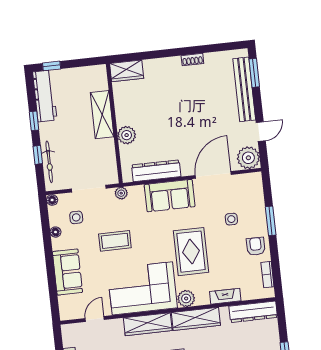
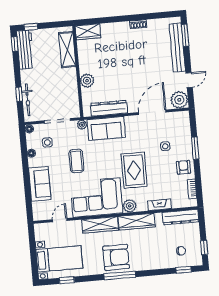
shelving: (102, 115) -> (67, 50), moved
window: (34, 121) -> (15, 44), moved
sofa: (170, 196) -> (106, 128), moved
coffee table: (115, 241) -> (76, 161), turned 90

